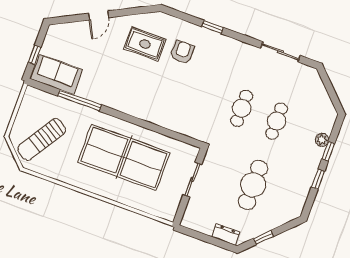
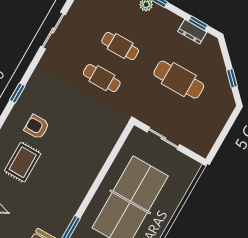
window: (318, 179) -> (198, 23), moved
dresser: (226, 234) -> (192, 32), moved, turned -90

